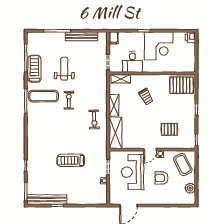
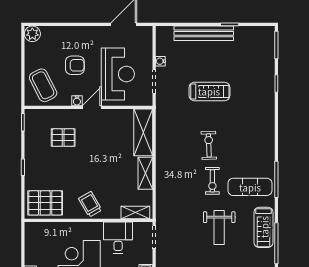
trolley: (146, 97) -> (90, 204), moved
exercise bike: (94, 119) -> (209, 145), moved
plant: (190, 188) -> (32, 34), moved
bench: (47, 200) -> (204, 33), moved

